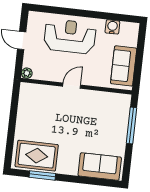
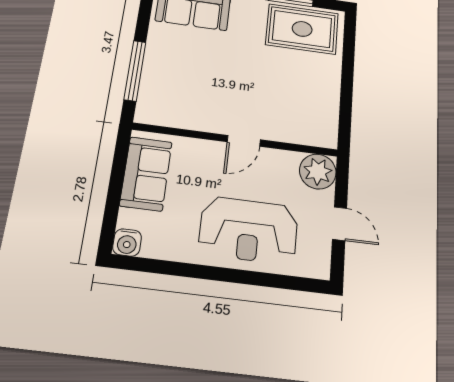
water cooler: (112, 27) -> (127, 242), moved
plant: (27, 73) -> (318, 172), width x1.87, depth x1.87

